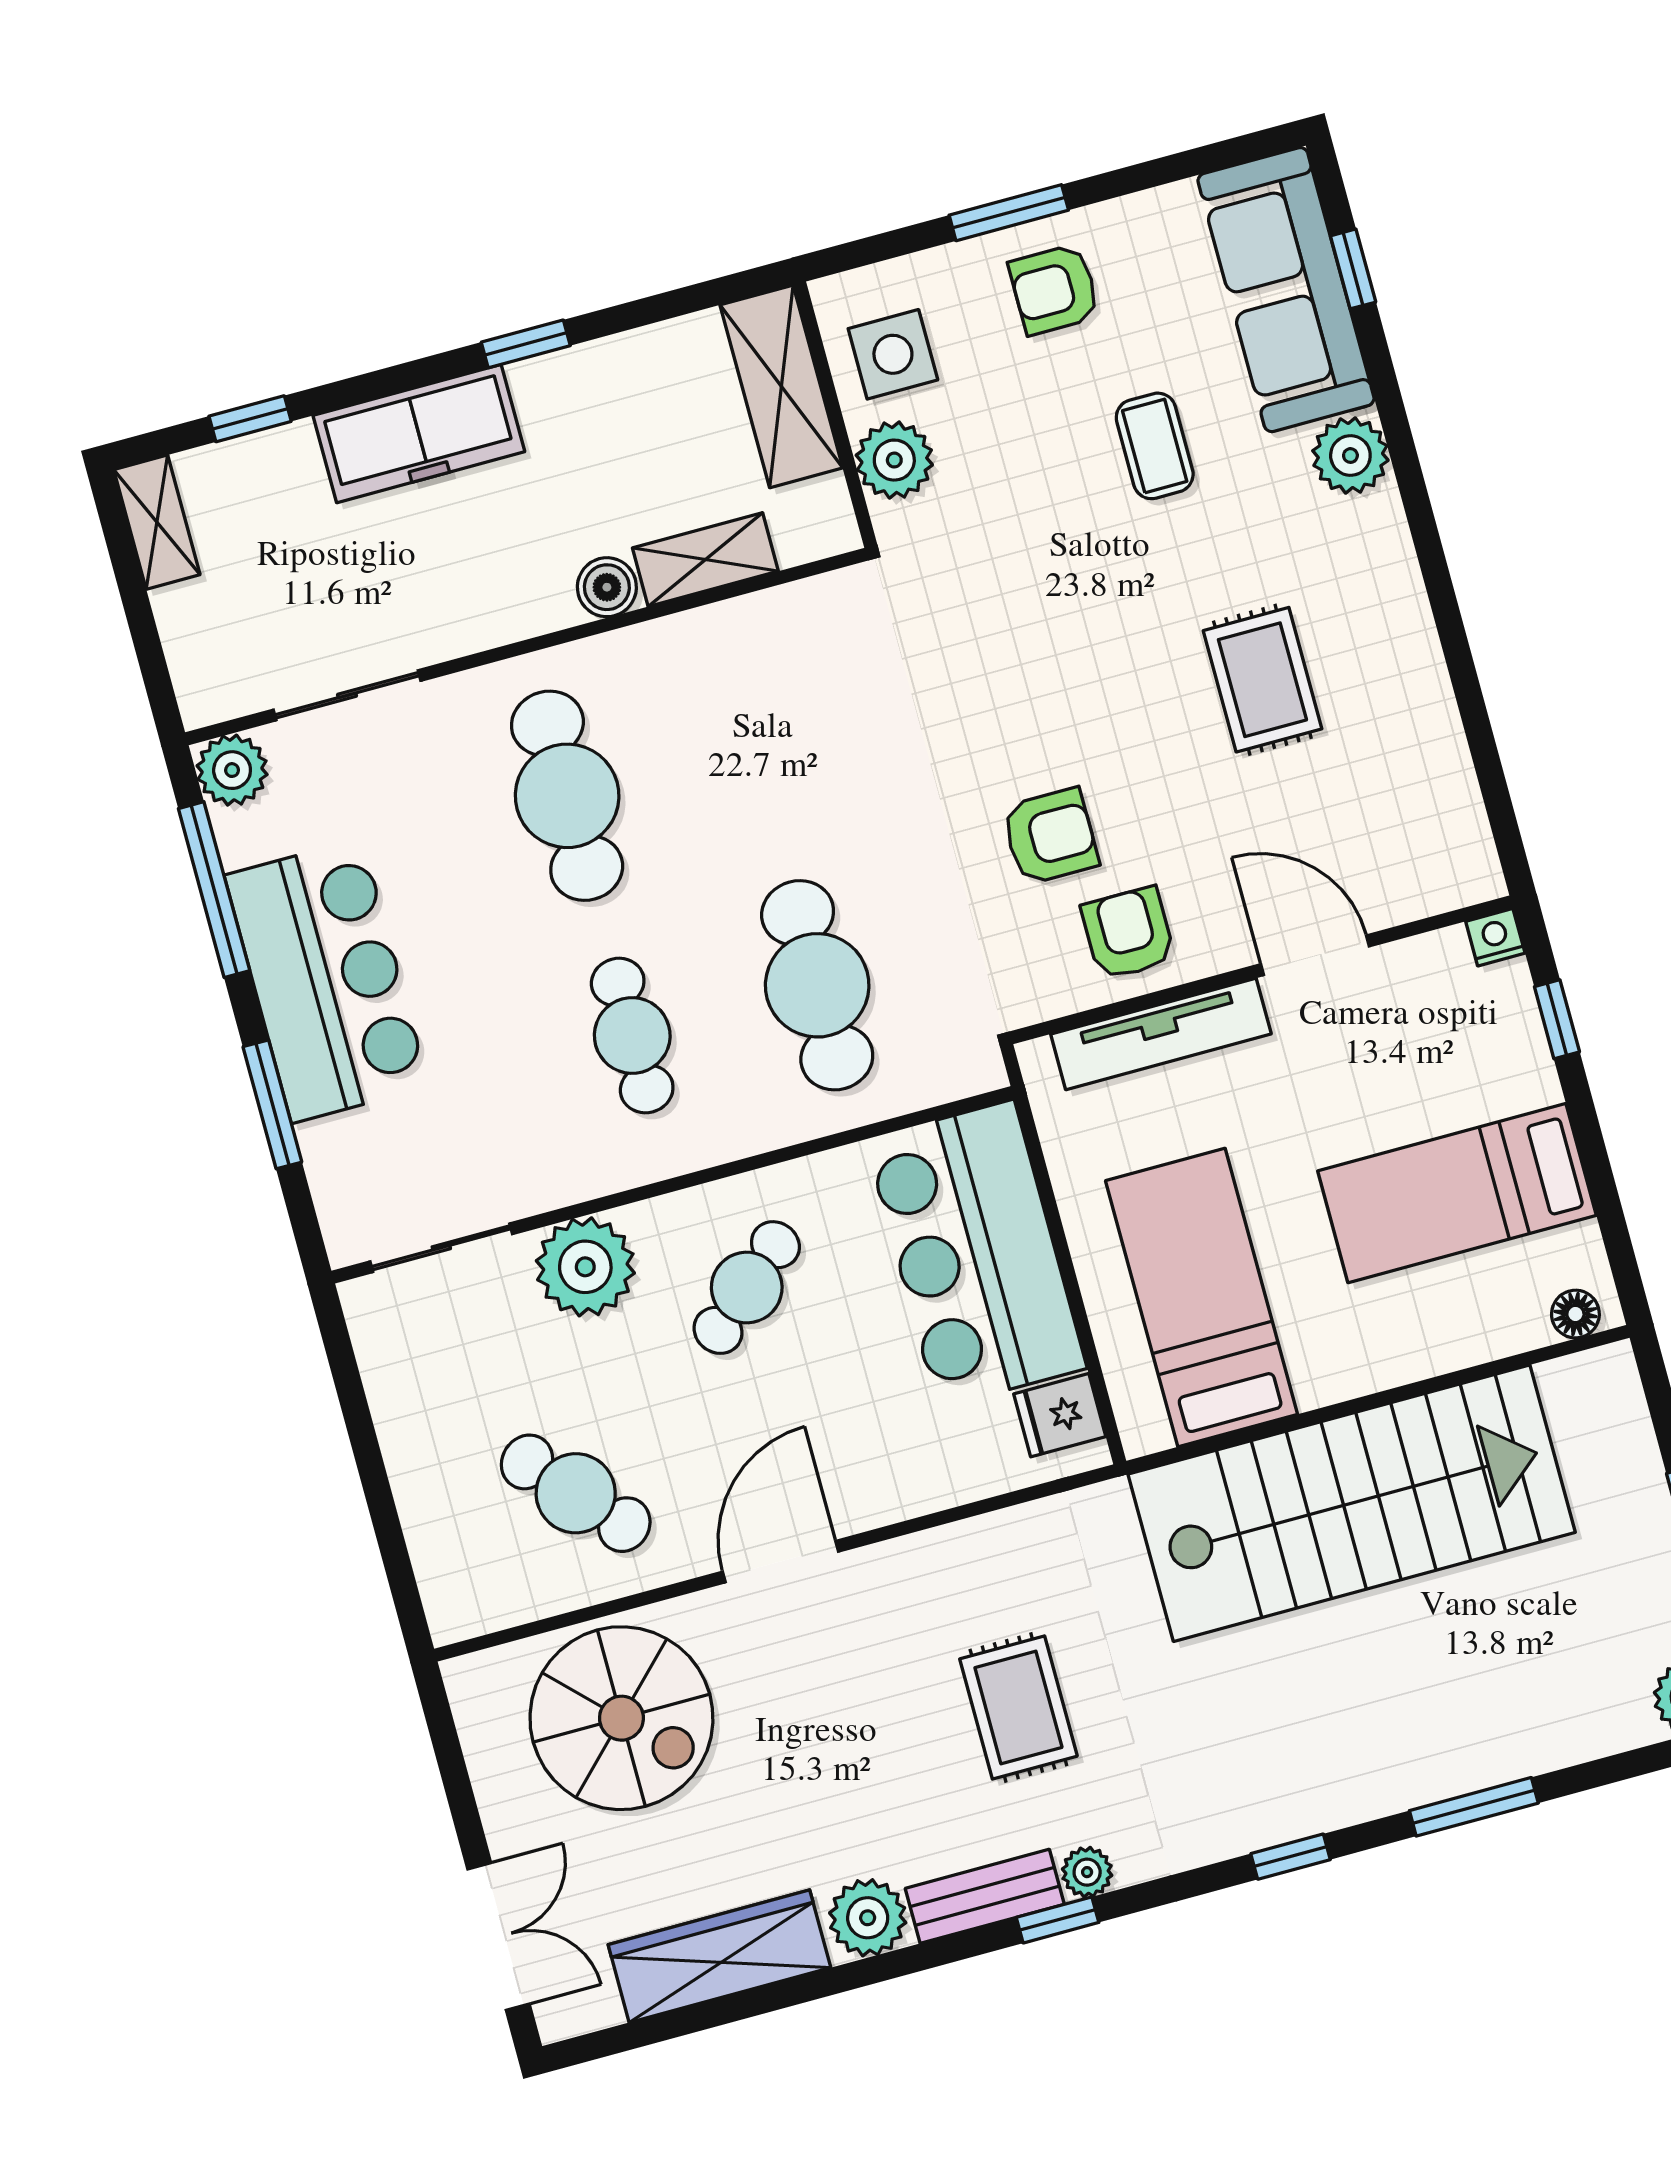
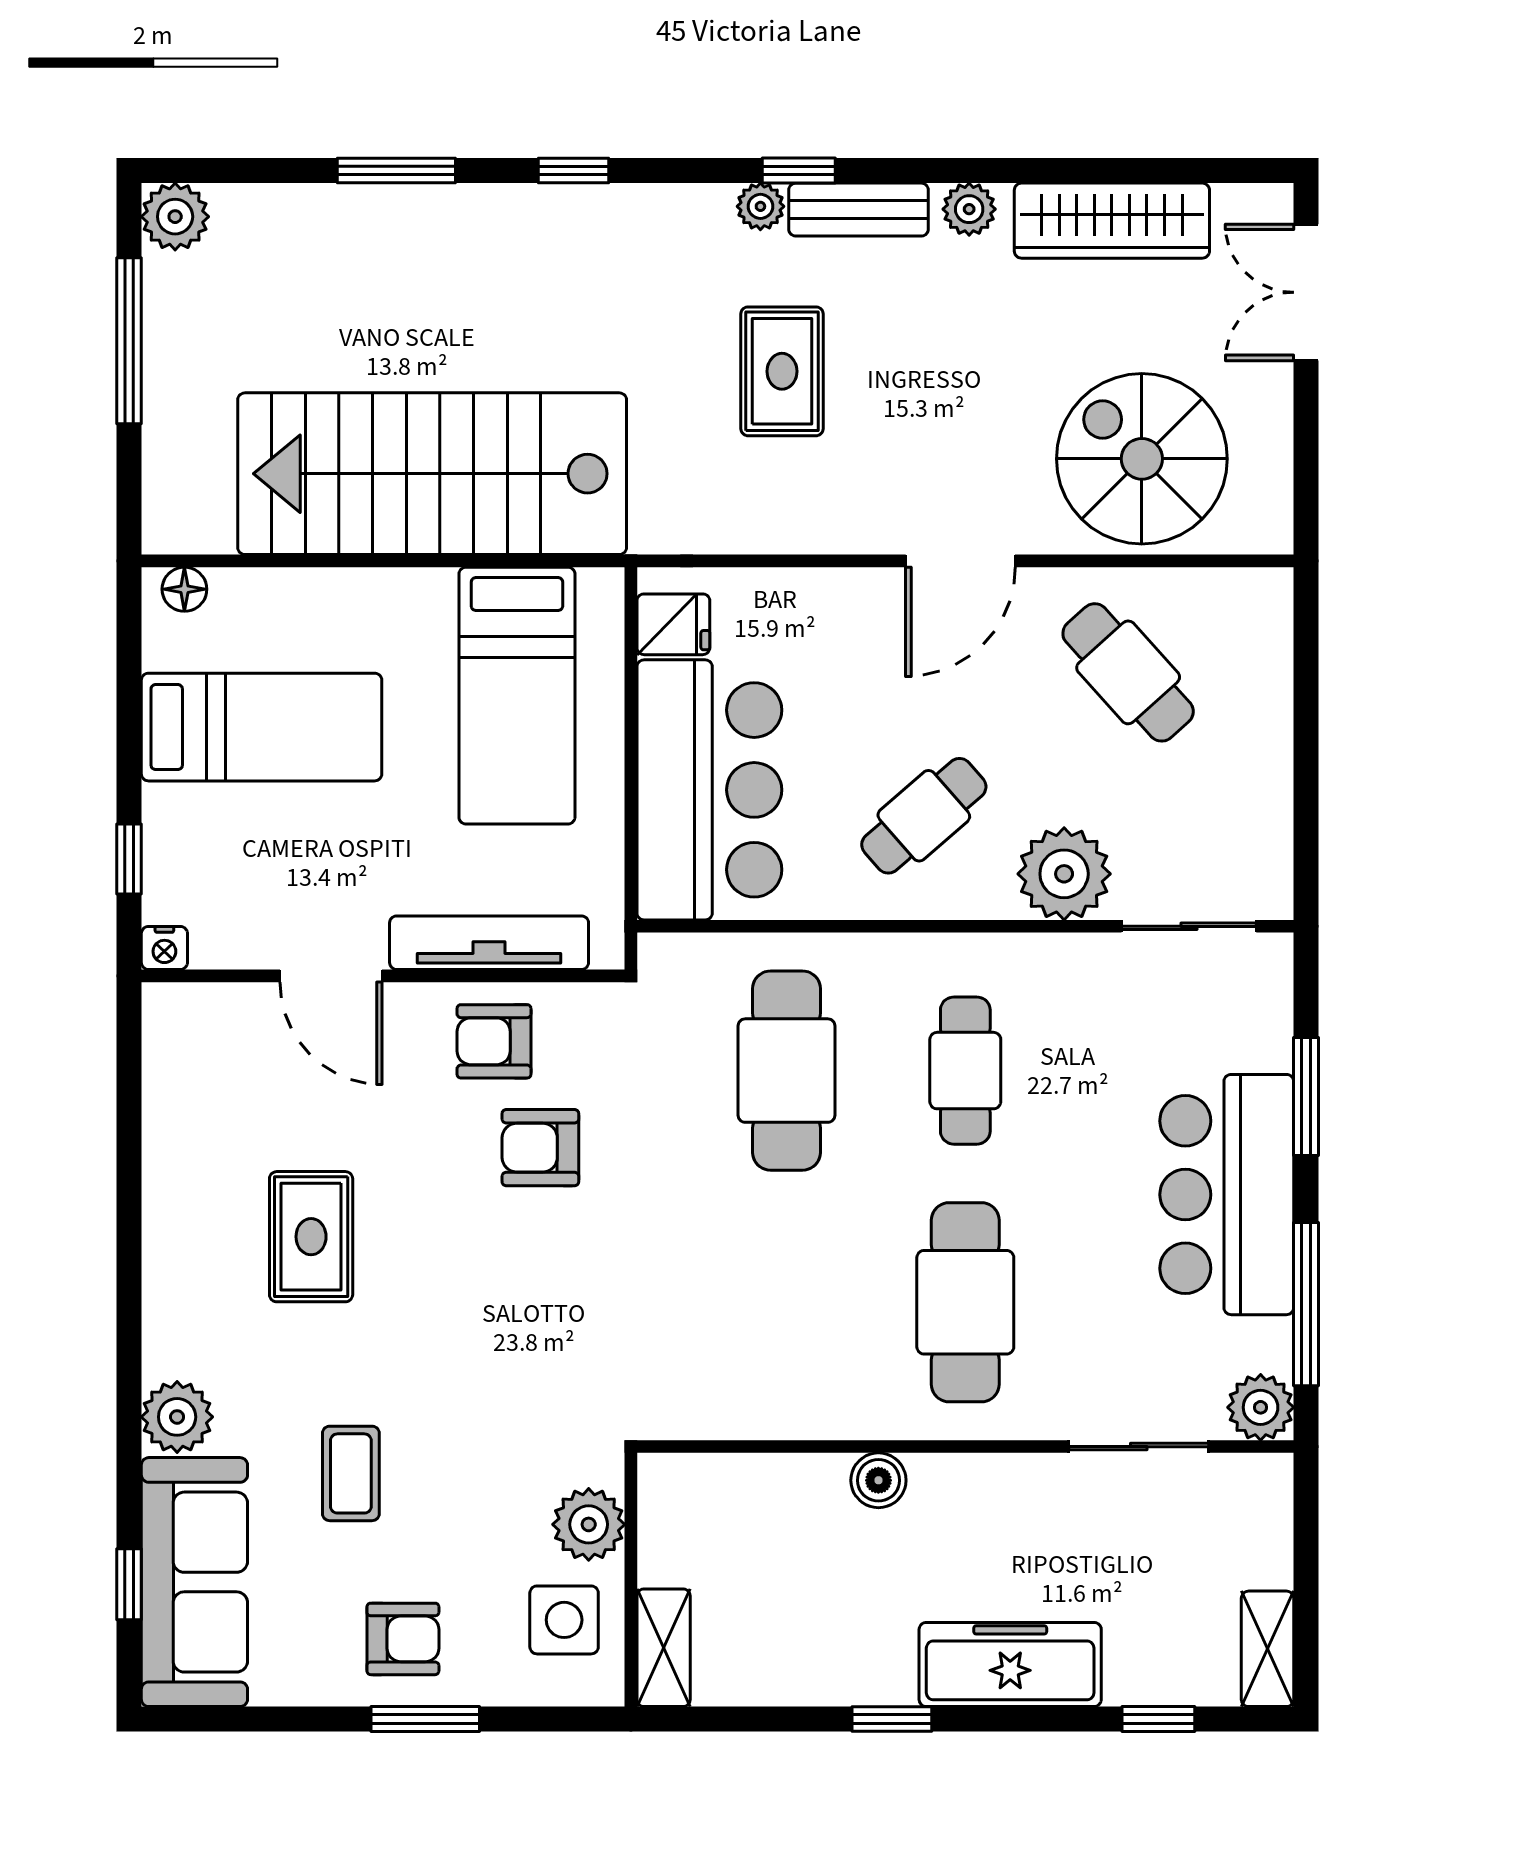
shelving: (781, 386) -> (664, 1648), width x0.67, depth x0.75
shelving: (705, 560) -> (783, 1481), removed
armchair: (1128, 933) -> (494, 1041), turned 90
plant: (868, 1918) -> (969, 209), width x0.73, depth x0.73

